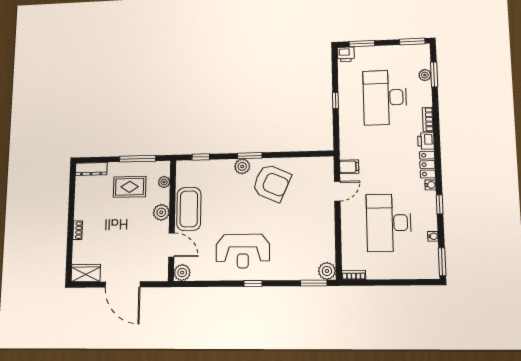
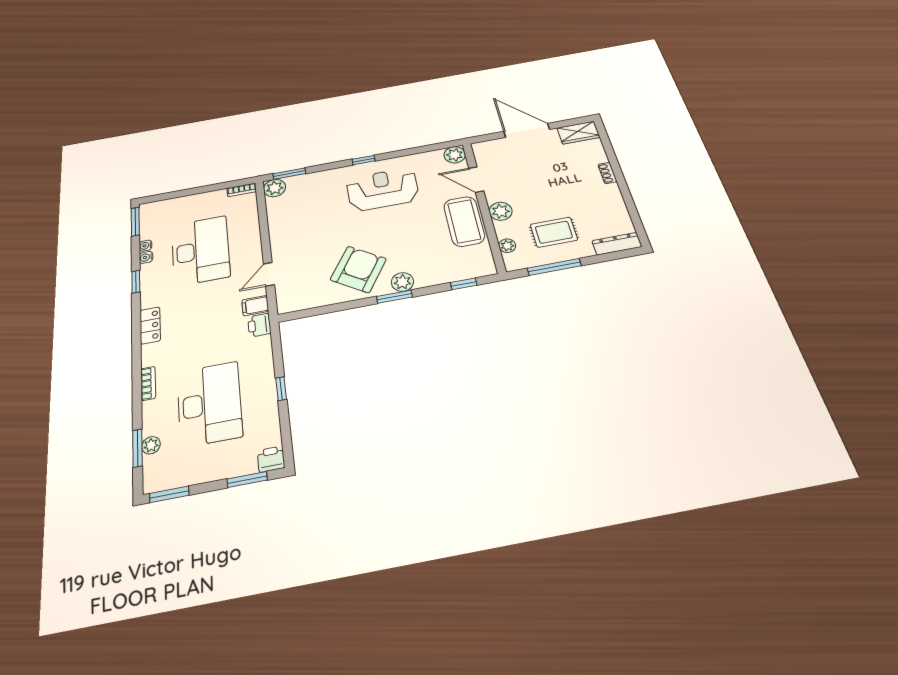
printer: (426, 141) -> (259, 325), moved, turned 180
armchair: (272, 183) -> (358, 269), turned 99
water cooler: (430, 185) -> (146, 257), moved

